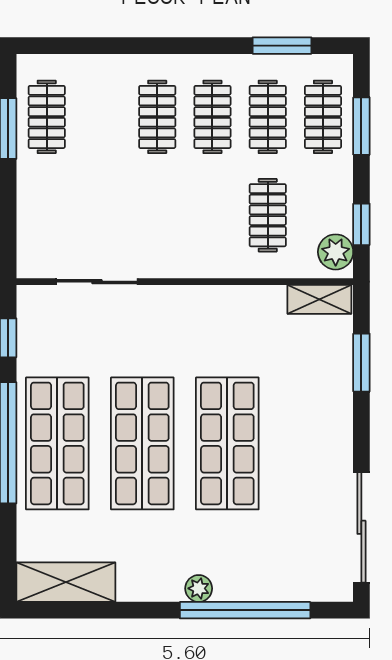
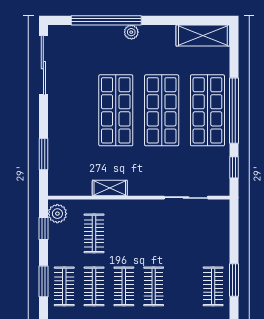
shelving: (319, 299) -> (110, 188), moved

